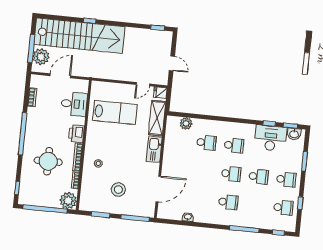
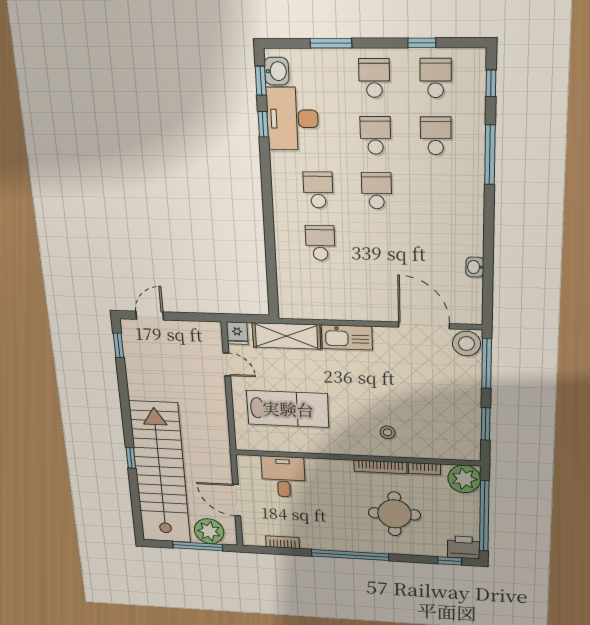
door: (172, 63) -> (150, 316), moved
lab bench: (115, 112) -> (288, 409), turned 90
plant: (186, 123) -> (288, 283), removed
printer: (77, 134) -> (464, 547), moved, turned 180
stool: (118, 189) -> (467, 344), moved
school desk: (228, 202) -> (436, 136), moved

